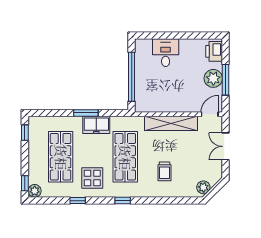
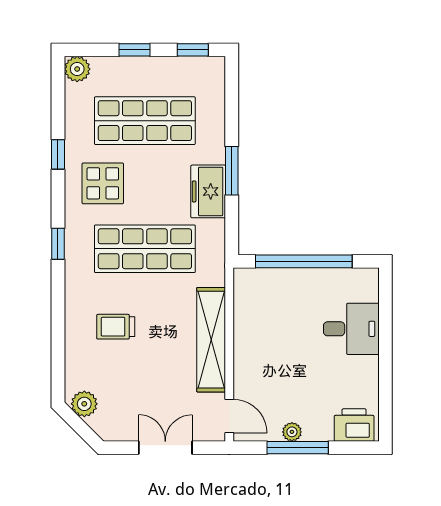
plant: (213, 78) -> (292, 432), width x0.53, depth x0.53
window: (25, 183) -> (135, 50), moved

